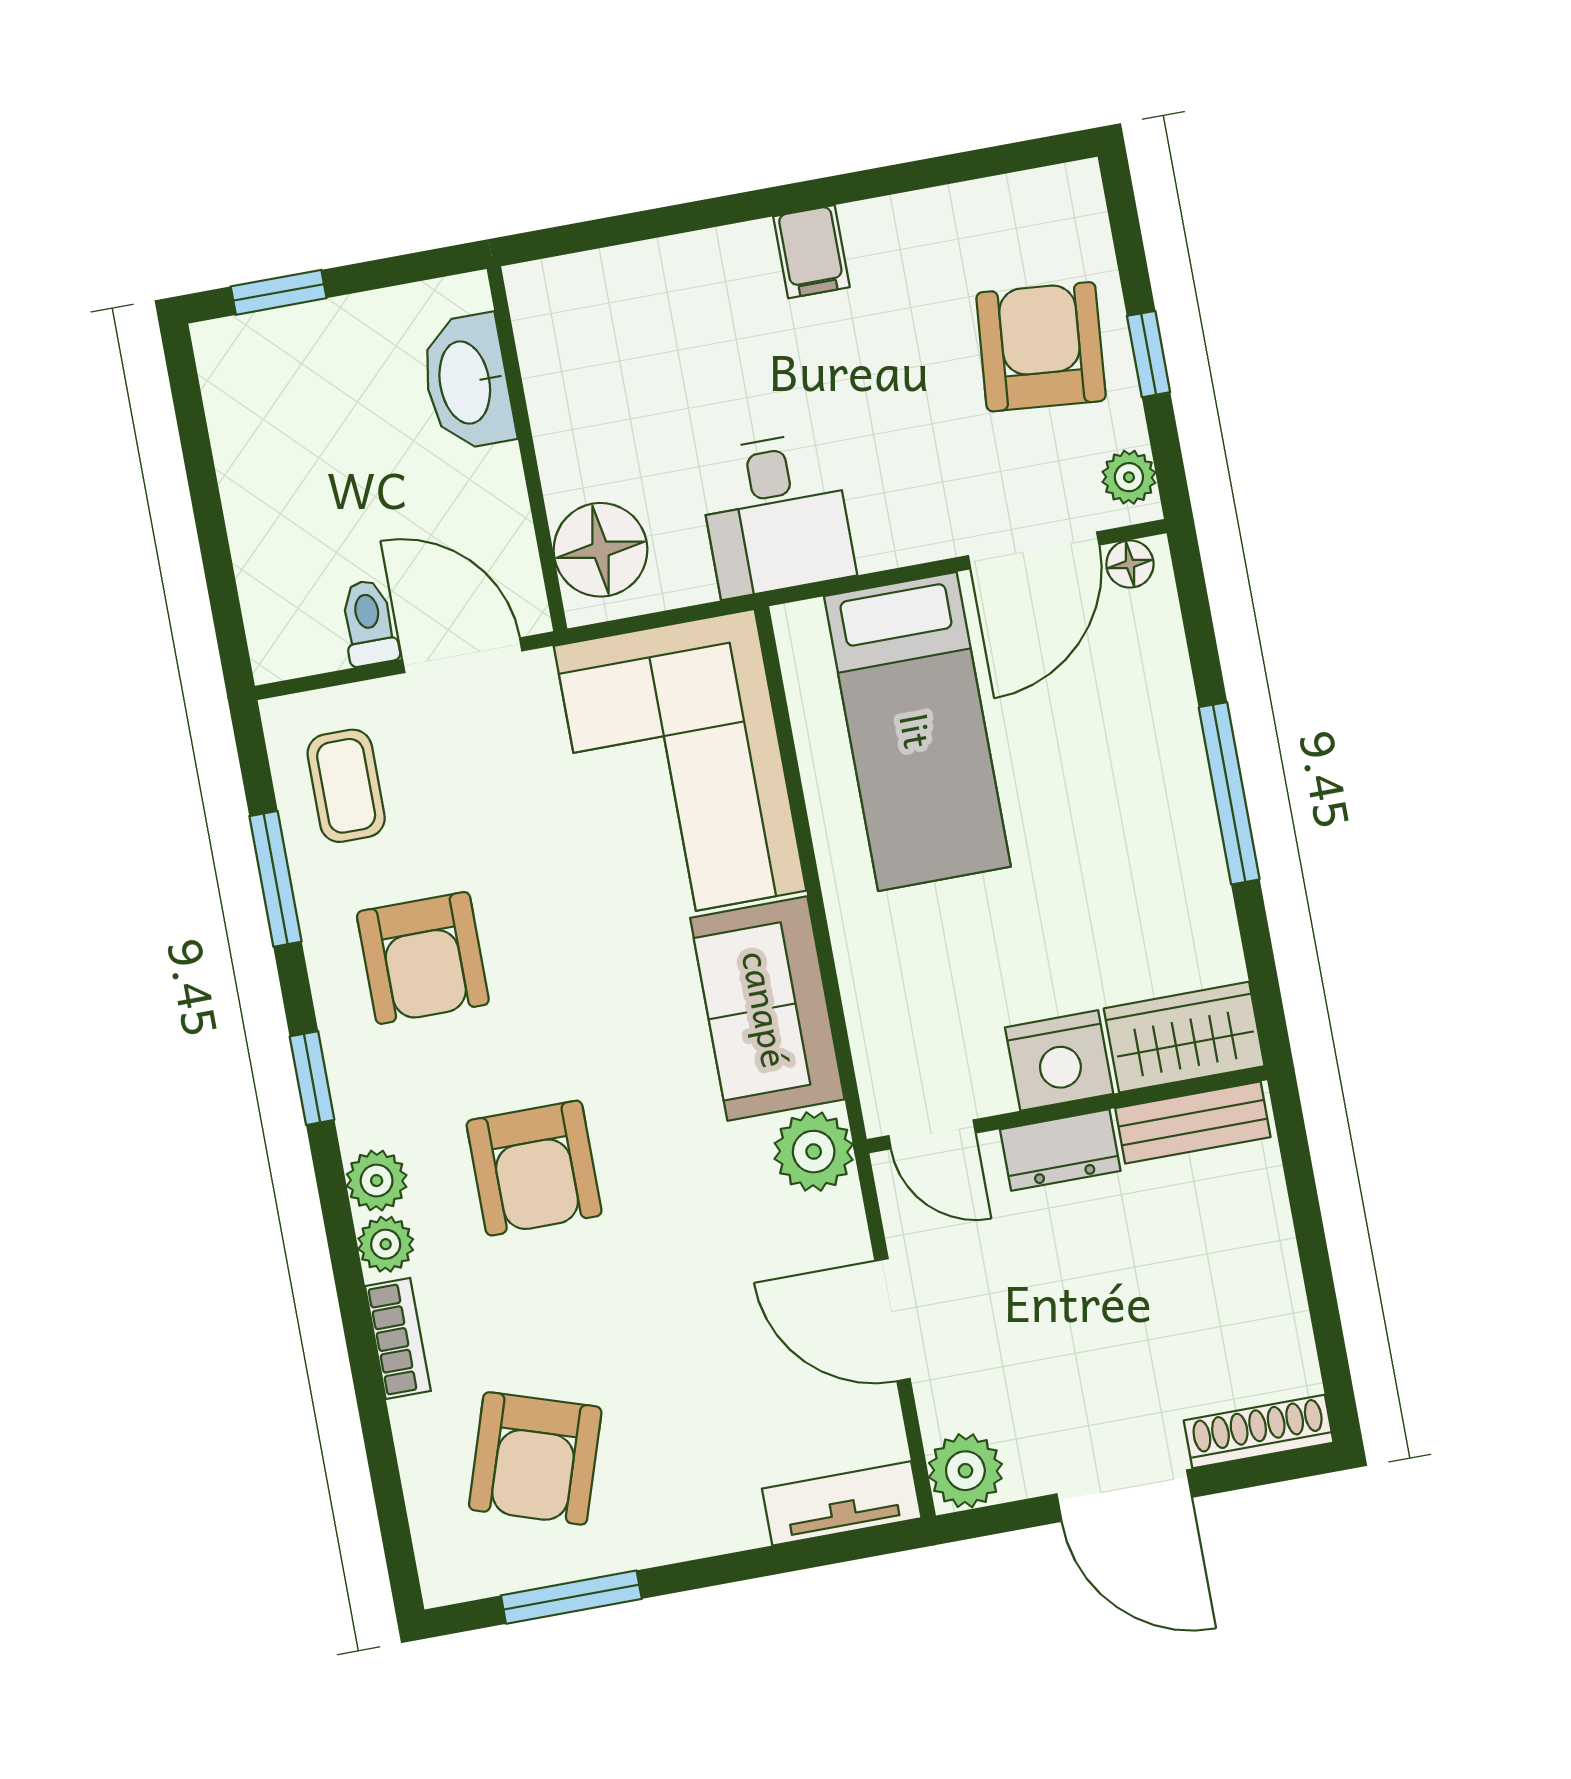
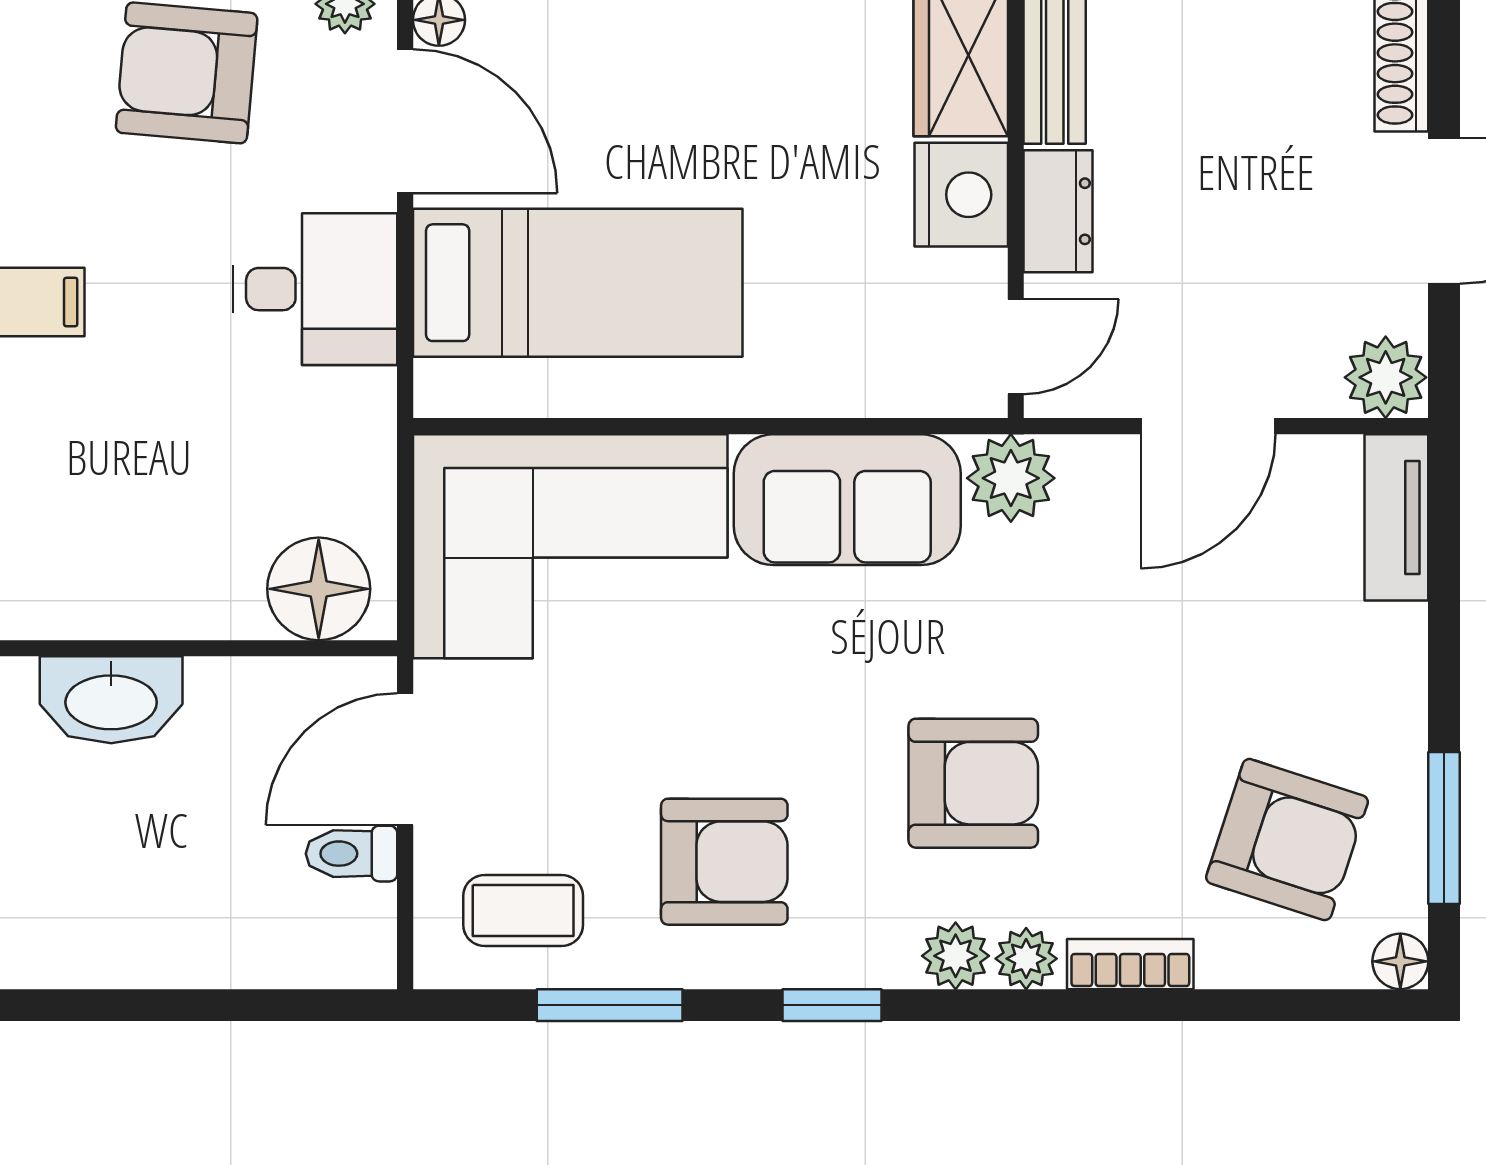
desk: (776, 514) -> (315, 289), moved
floor lamp: (445, 1580) -> (1400, 961), added

